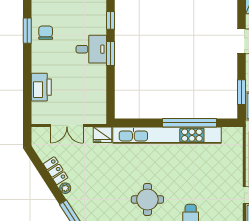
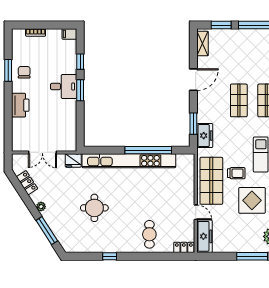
printer: (41, 87) -> (20, 105), moved
locker: (56, 171) -> (27, 183), moved
round table: (147, 199) -> (94, 208), moved

